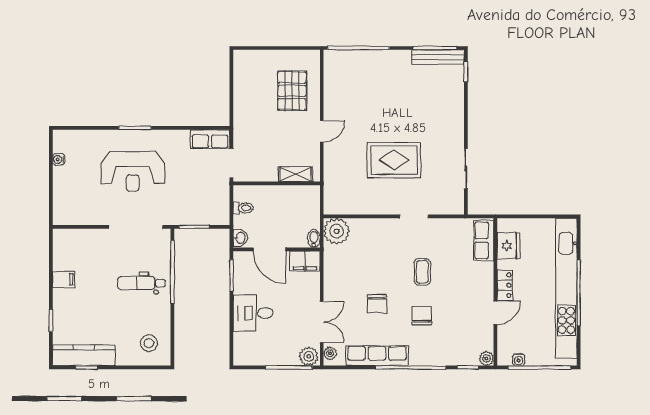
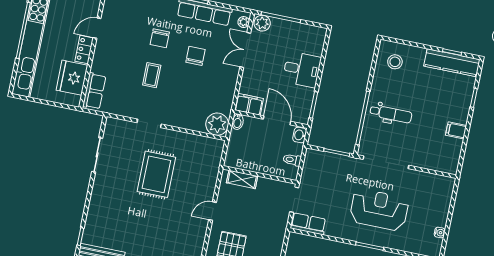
rug: (394, 160) -> (156, 174), turned 90
fridge: (508, 246) -> (72, 78), width x1.36, depth x1.34

